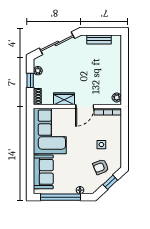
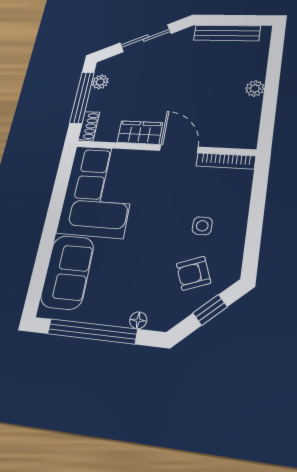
bench: (99, 39) -> (227, 33), width x1.36
sliding door: (57, 43) -> (146, 38), width x0.73
window: (30, 80) -> (82, 98), width x2.17
plant: (117, 97) -> (255, 88), moved
door: (85, 107) -> (179, 149), swing flipped

